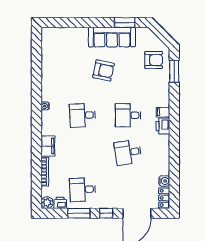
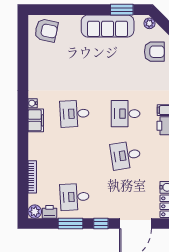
plant: (149, 35) -> (149, 23), added
armchair: (103, 70) -> (46, 30), moved
filing cabinet: (48, 146) -> (36, 120), moved

